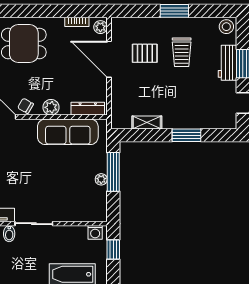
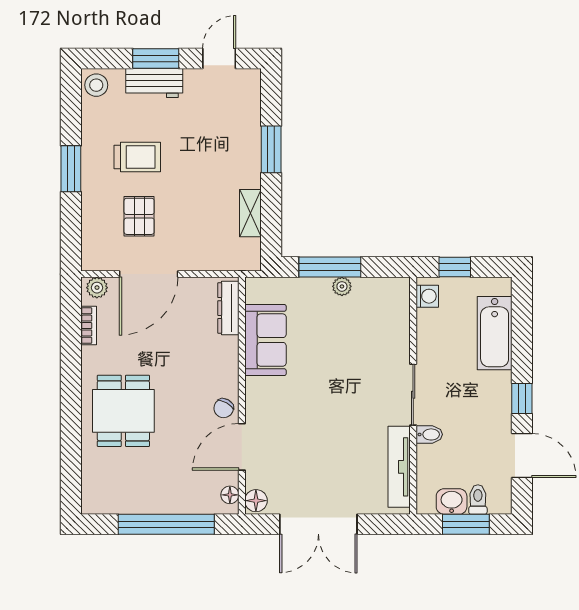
plant: (51, 107) -> (226, 367), removed
sofa: (68, 132) -> (265, 340), width x0.73

